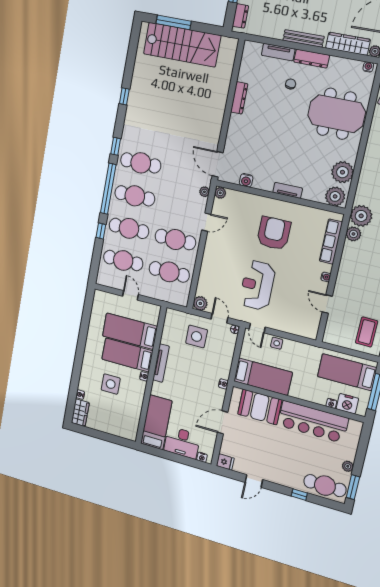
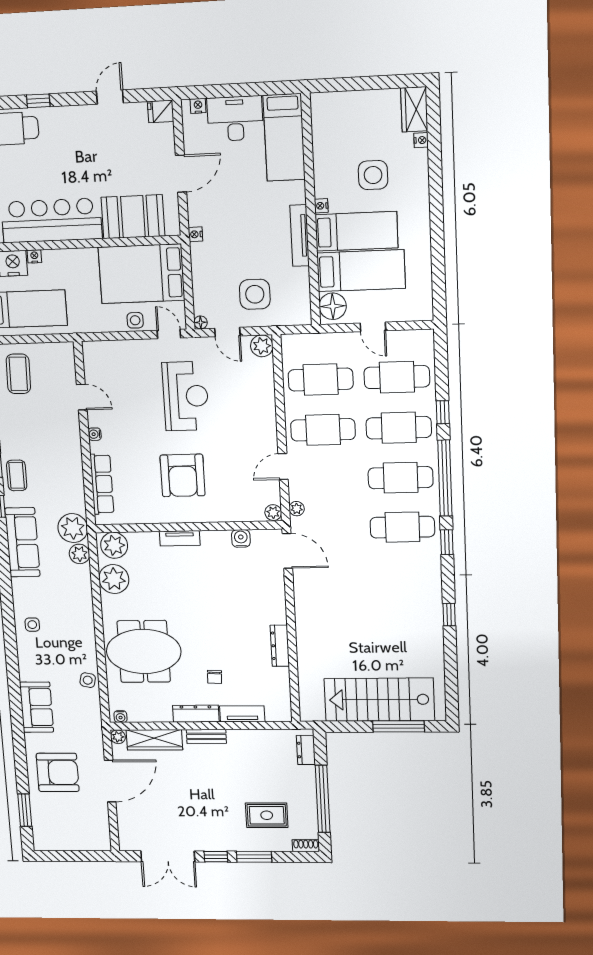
bench: (303, 38) -> (206, 736), width x0.73
plant: (353, 234) -> (79, 554), moved
floor lamp: (151, 315) -> (333, 306), added
bed: (263, 377) -> (141, 274), width x1.50

